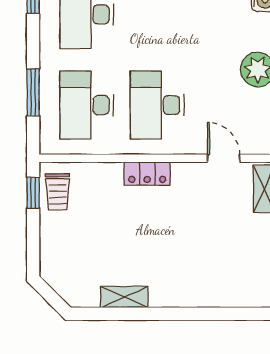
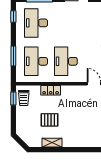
locker: (147, 174) -> (51, 90), moved
pallet: (118, 244) -> (49, 120), added

